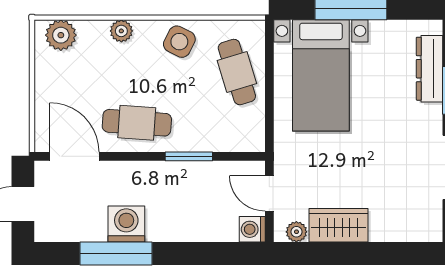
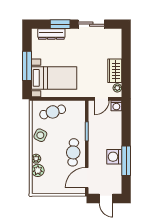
plant: (61, 35) -> (38, 170), moved

